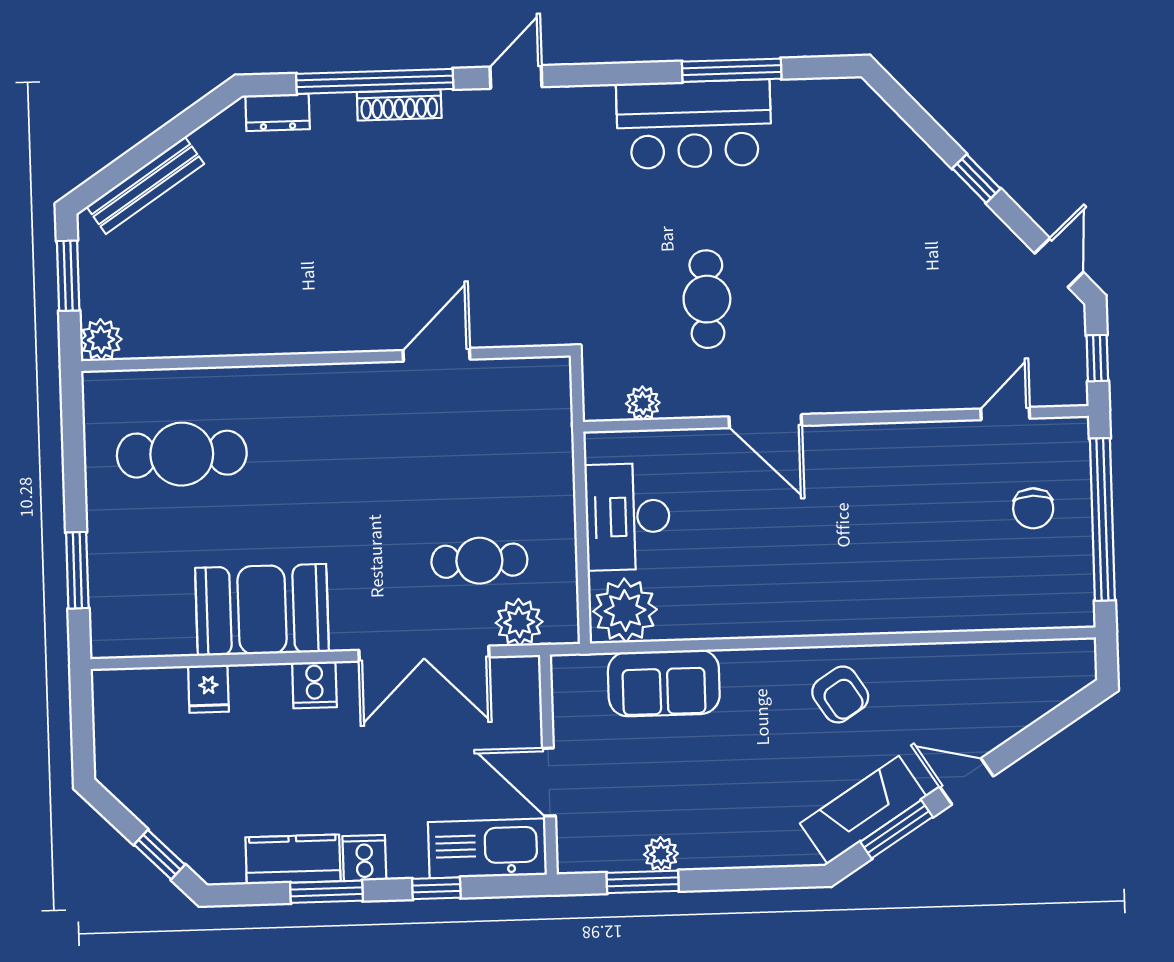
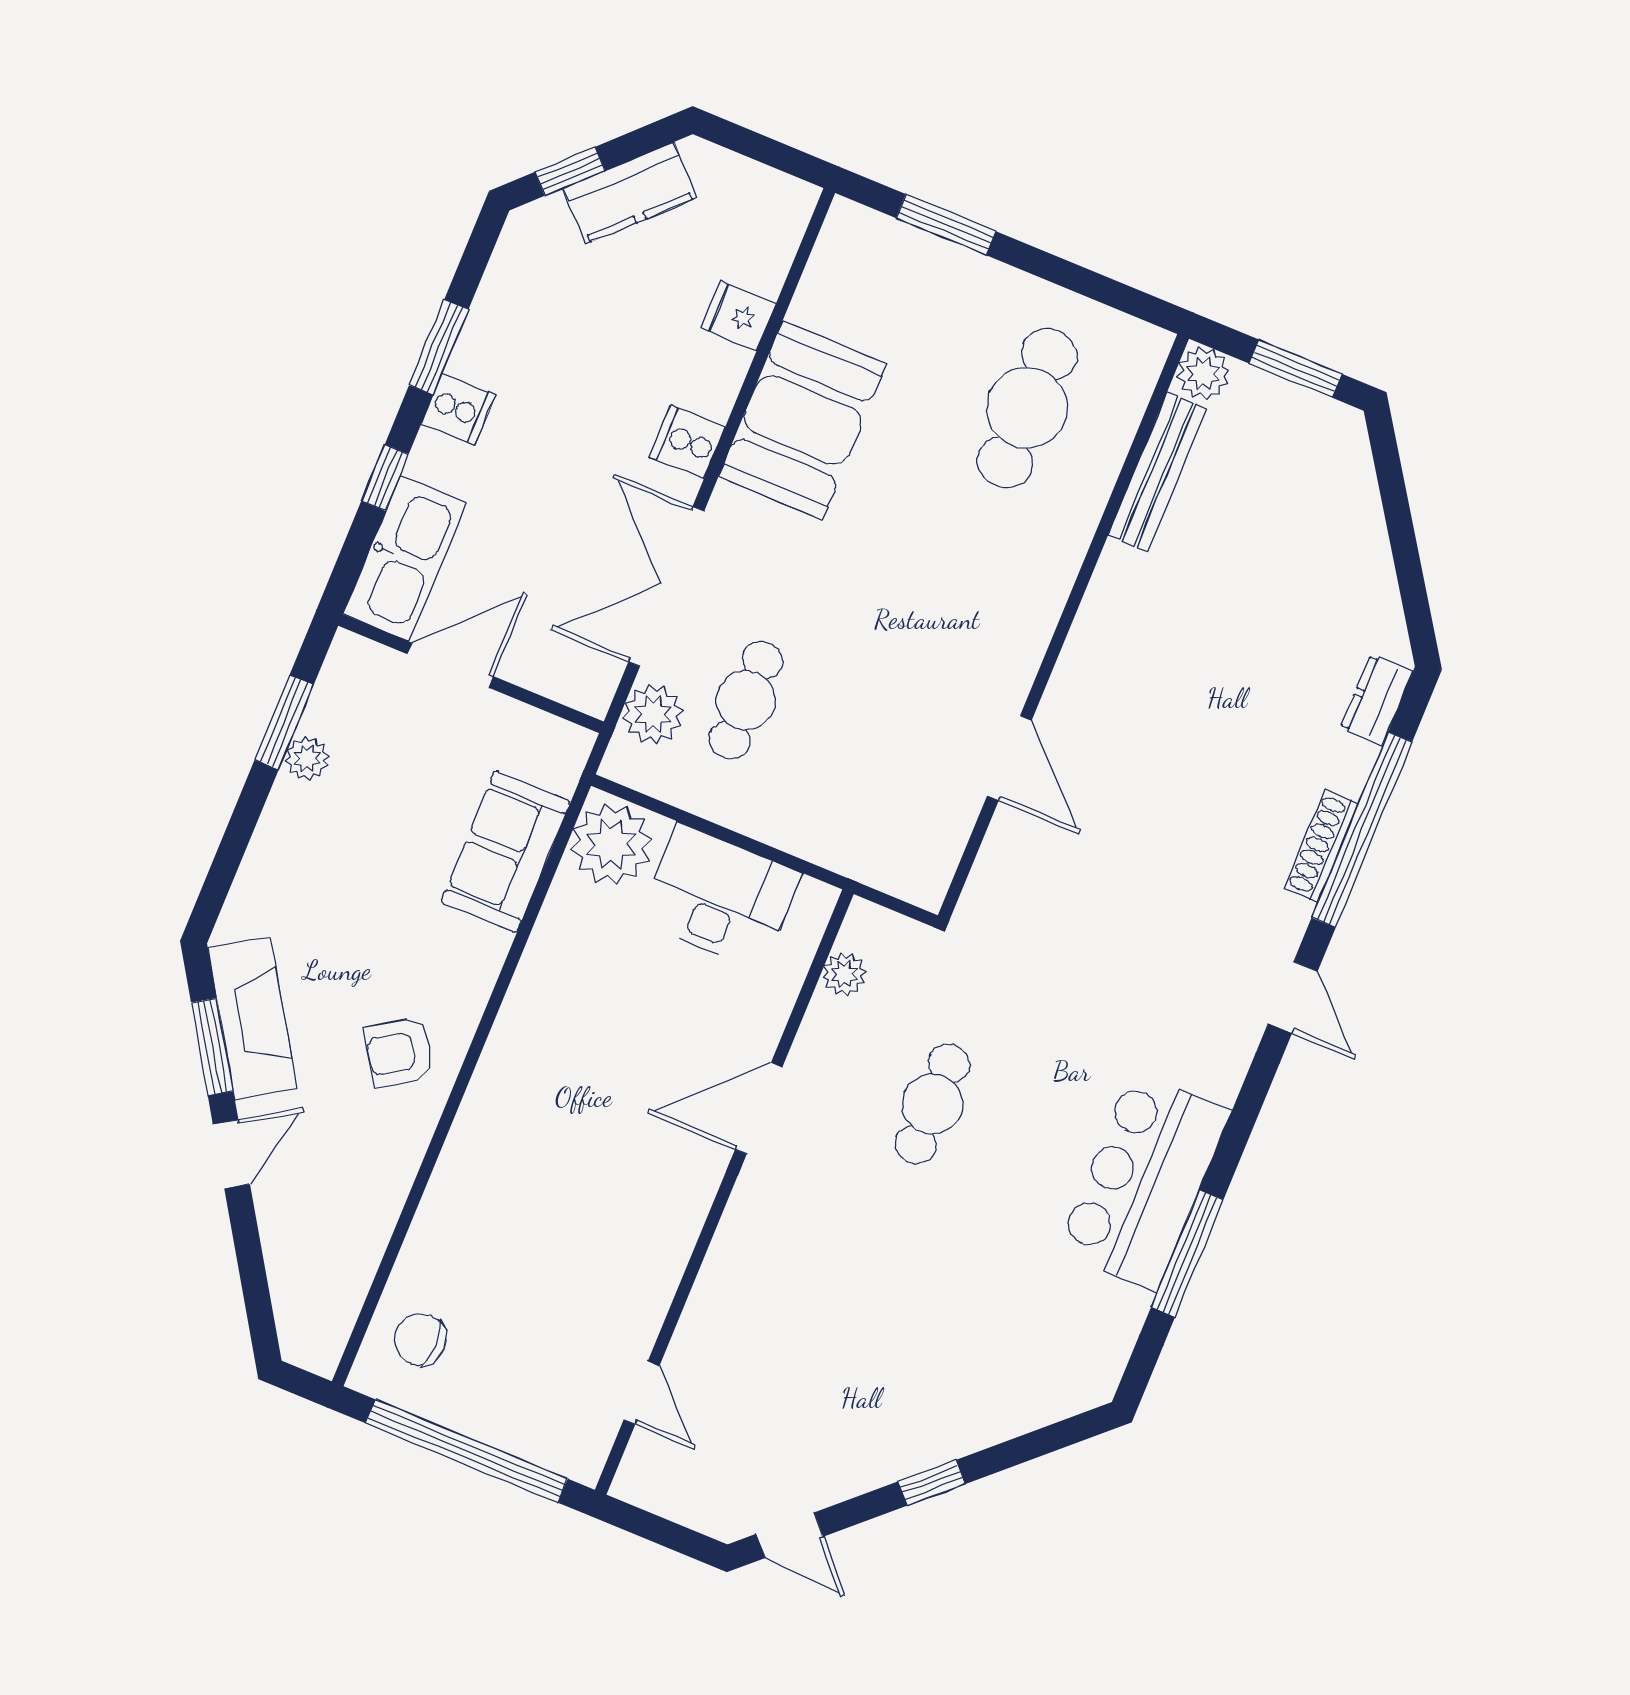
bench: (145, 185) -> (1158, 472), moved, turned 34
cafe table: (707, 299) -> (932, 1104), turned 90
window: (1097, 358) -> (658, 1530), removed
chair: (1033, 508) -> (420, 1339), moved
kitchen counter: (293, 859) -> (630, 193), moved, turned 45

